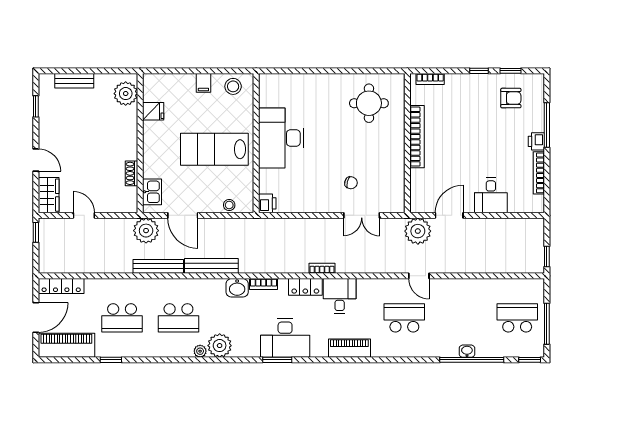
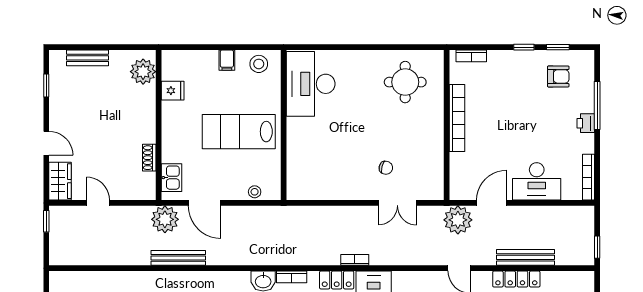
desk: (281, 138) -> (311, 84), moved
bookcase: (539, 173) -> (588, 177), moved
desk: (491, 195) -> (537, 181), width x1.37
printer: (267, 203) -> (296, 190), removed
bench: (211, 266) -> (526, 257), moved
locker: (61, 286) -> (516, 279), moved

